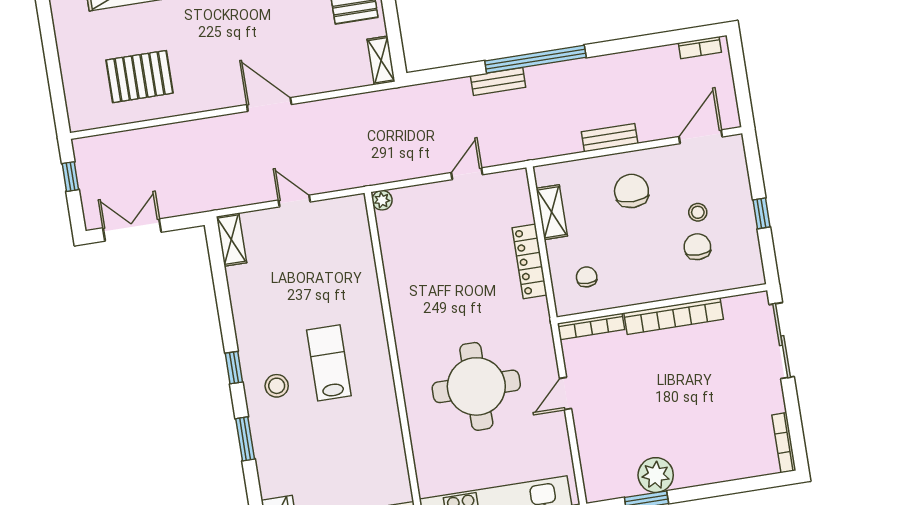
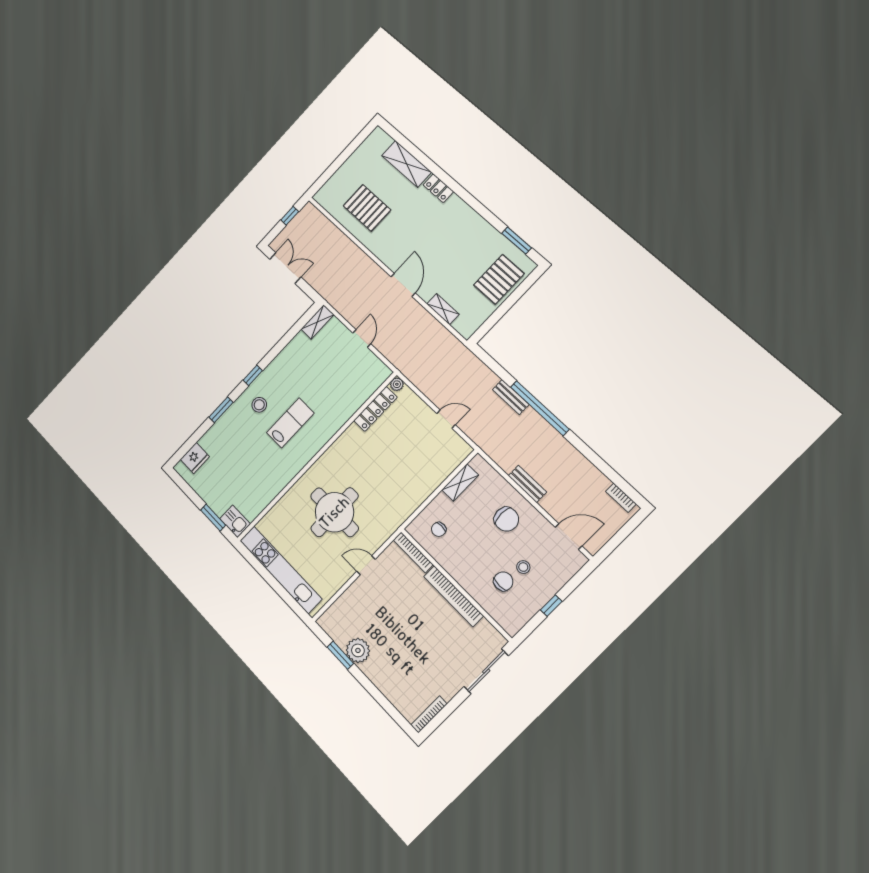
shelving: (381, 60) -> (443, 309), moved, turned 90
chair: (631, 191) -> (506, 519), turned 90
locker: (529, 261) -> (375, 409), moved, turned 180
chair: (587, 277) -> (439, 529), turned 180

